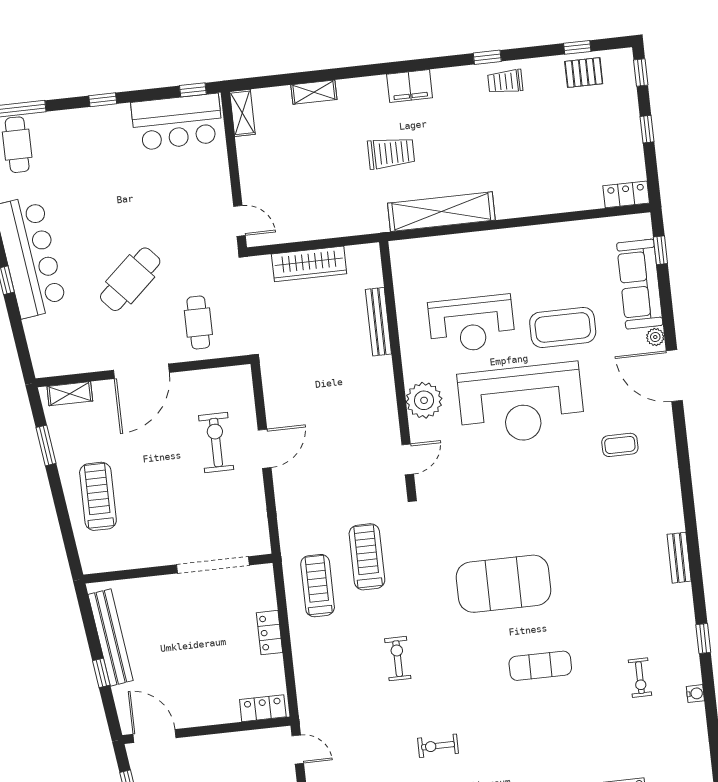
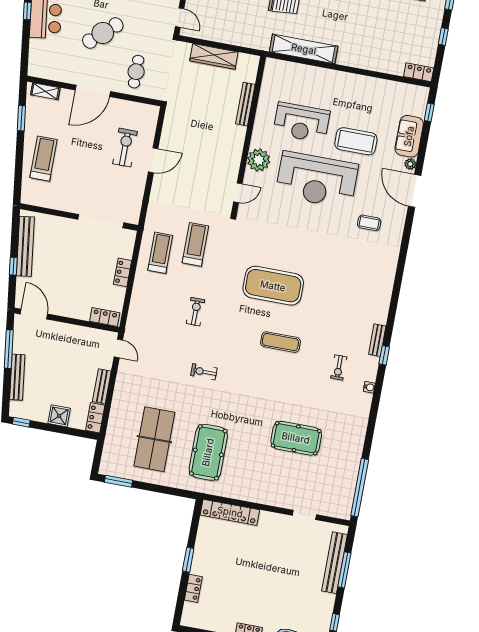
sofa: (640, 284) -> (409, 136), width x0.73
bench: (679, 558) -> (377, 340), moved

